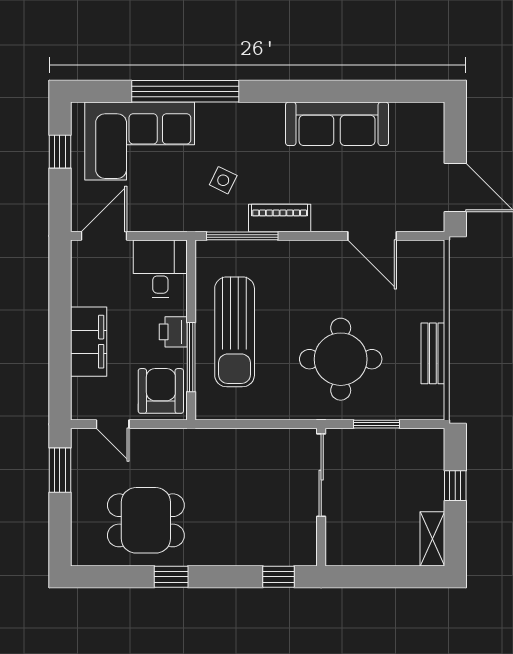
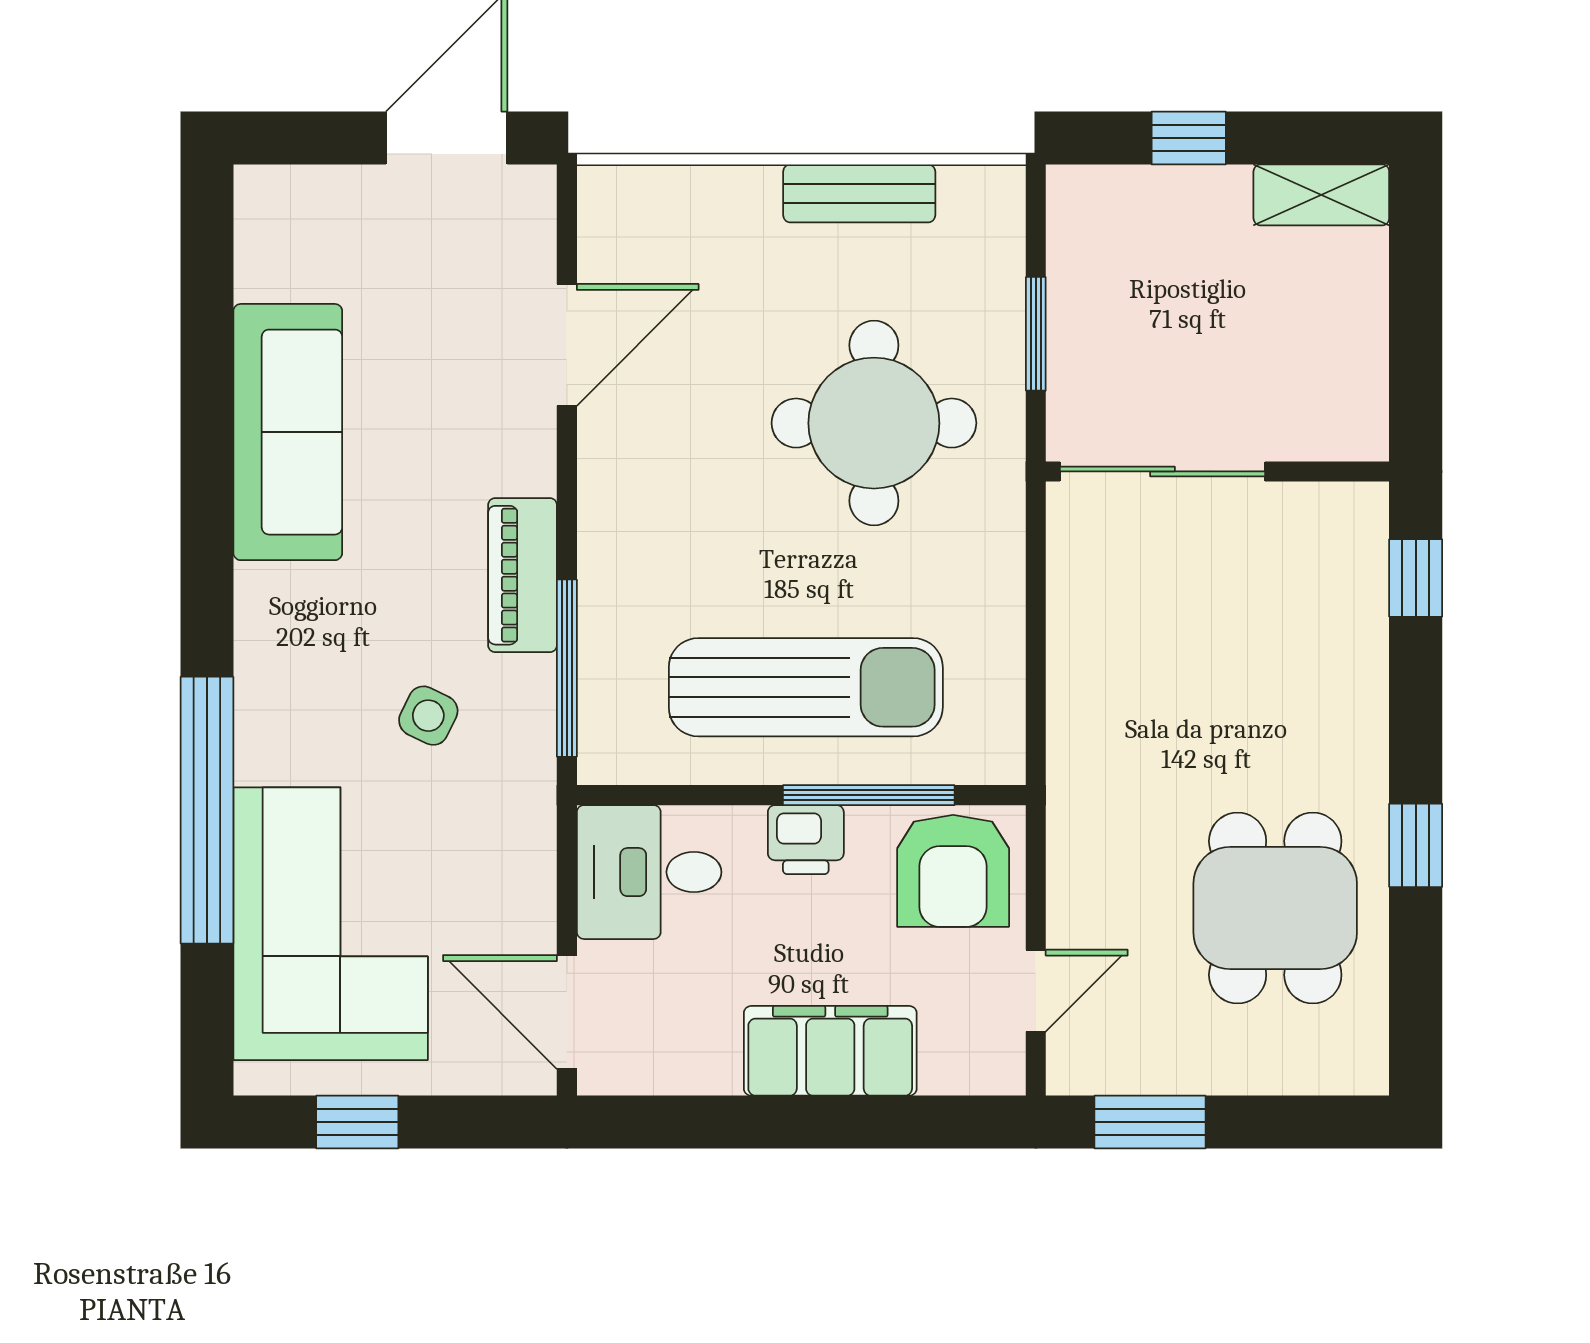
armchair: (161, 391) -> (953, 871), turned -90

